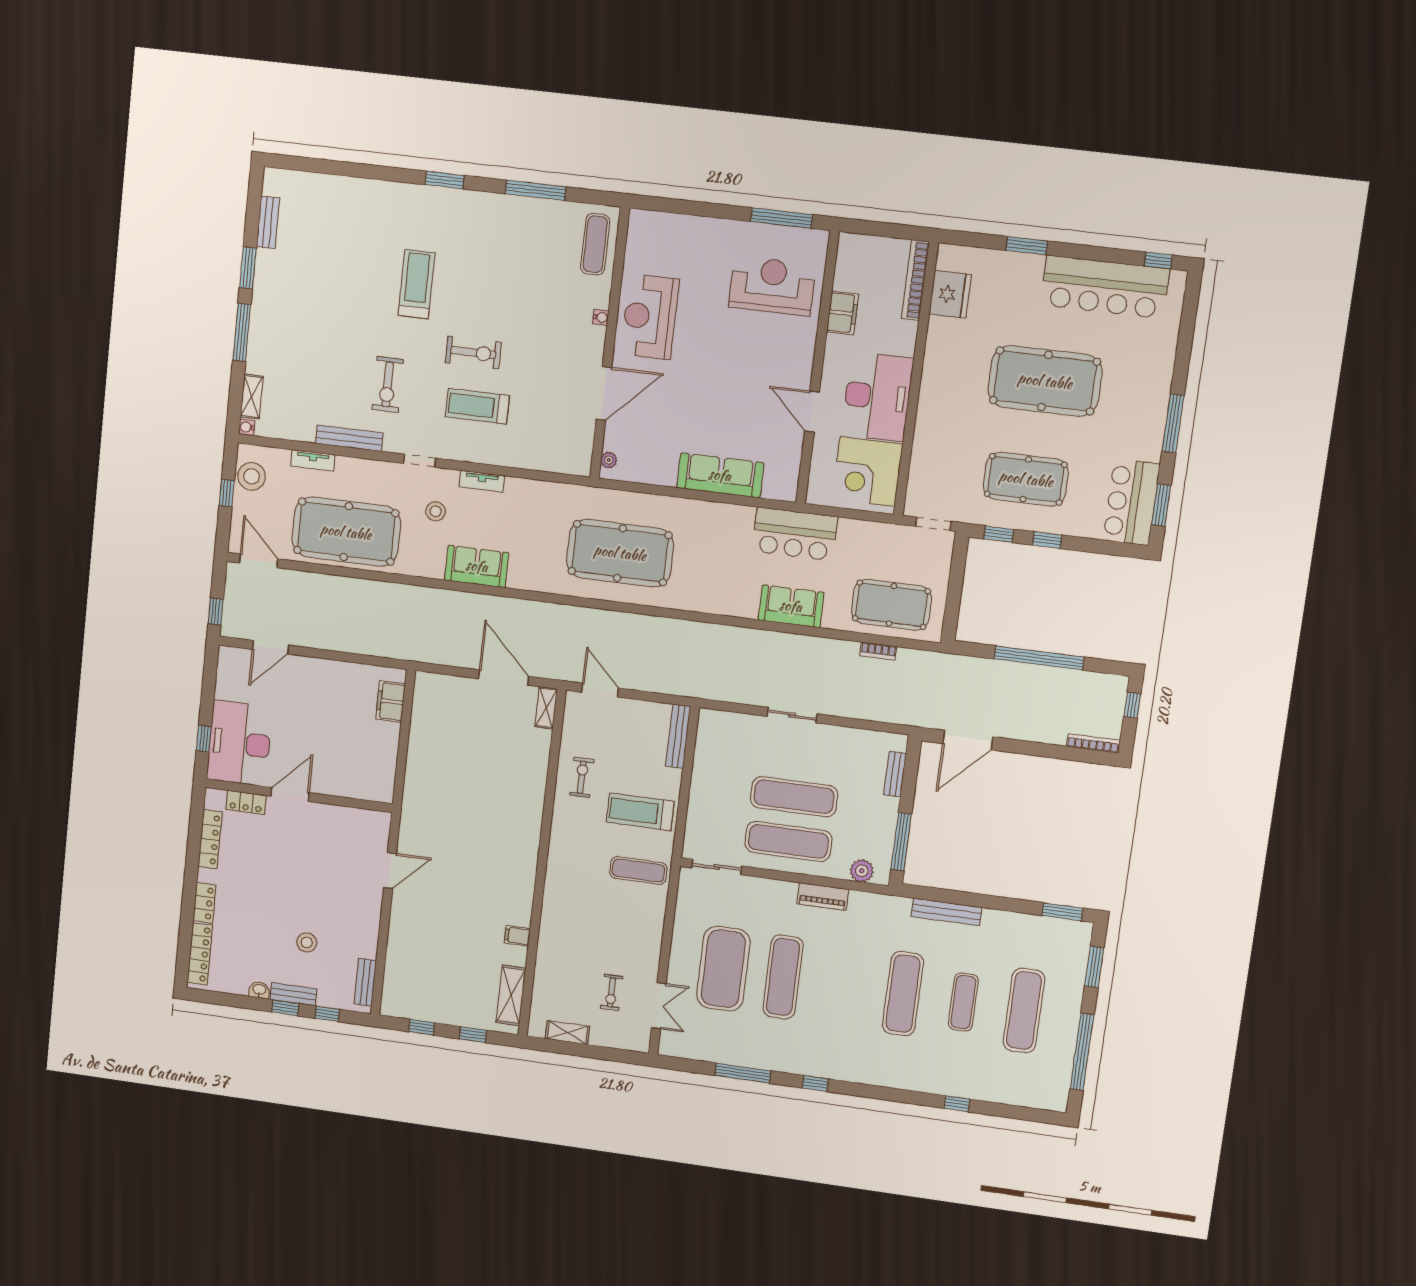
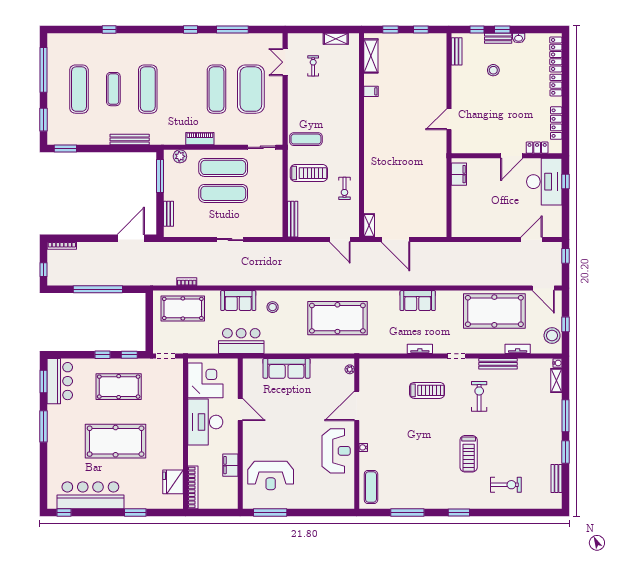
exercise bike: (473, 352) -> (506, 485), moved, turned 180
stool: (436, 511) -> (273, 307), moved
filing cabinet: (391, 701) -> (459, 174), moved

